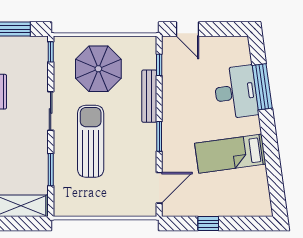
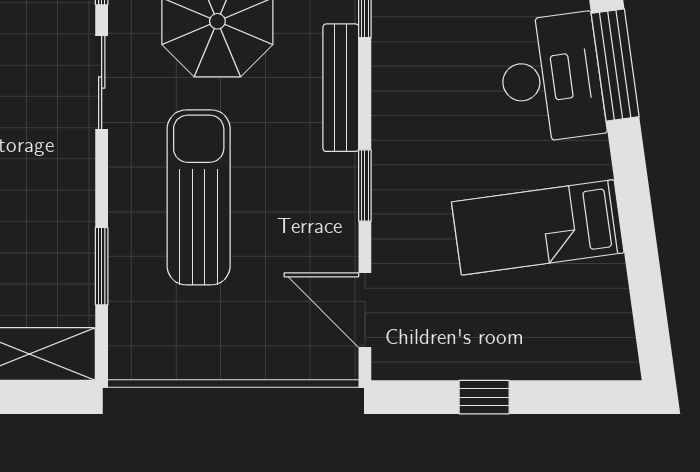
sliding door: (51, 111) -> (102, 83), moved
door: (159, 188) -> (365, 310), swing flipped

